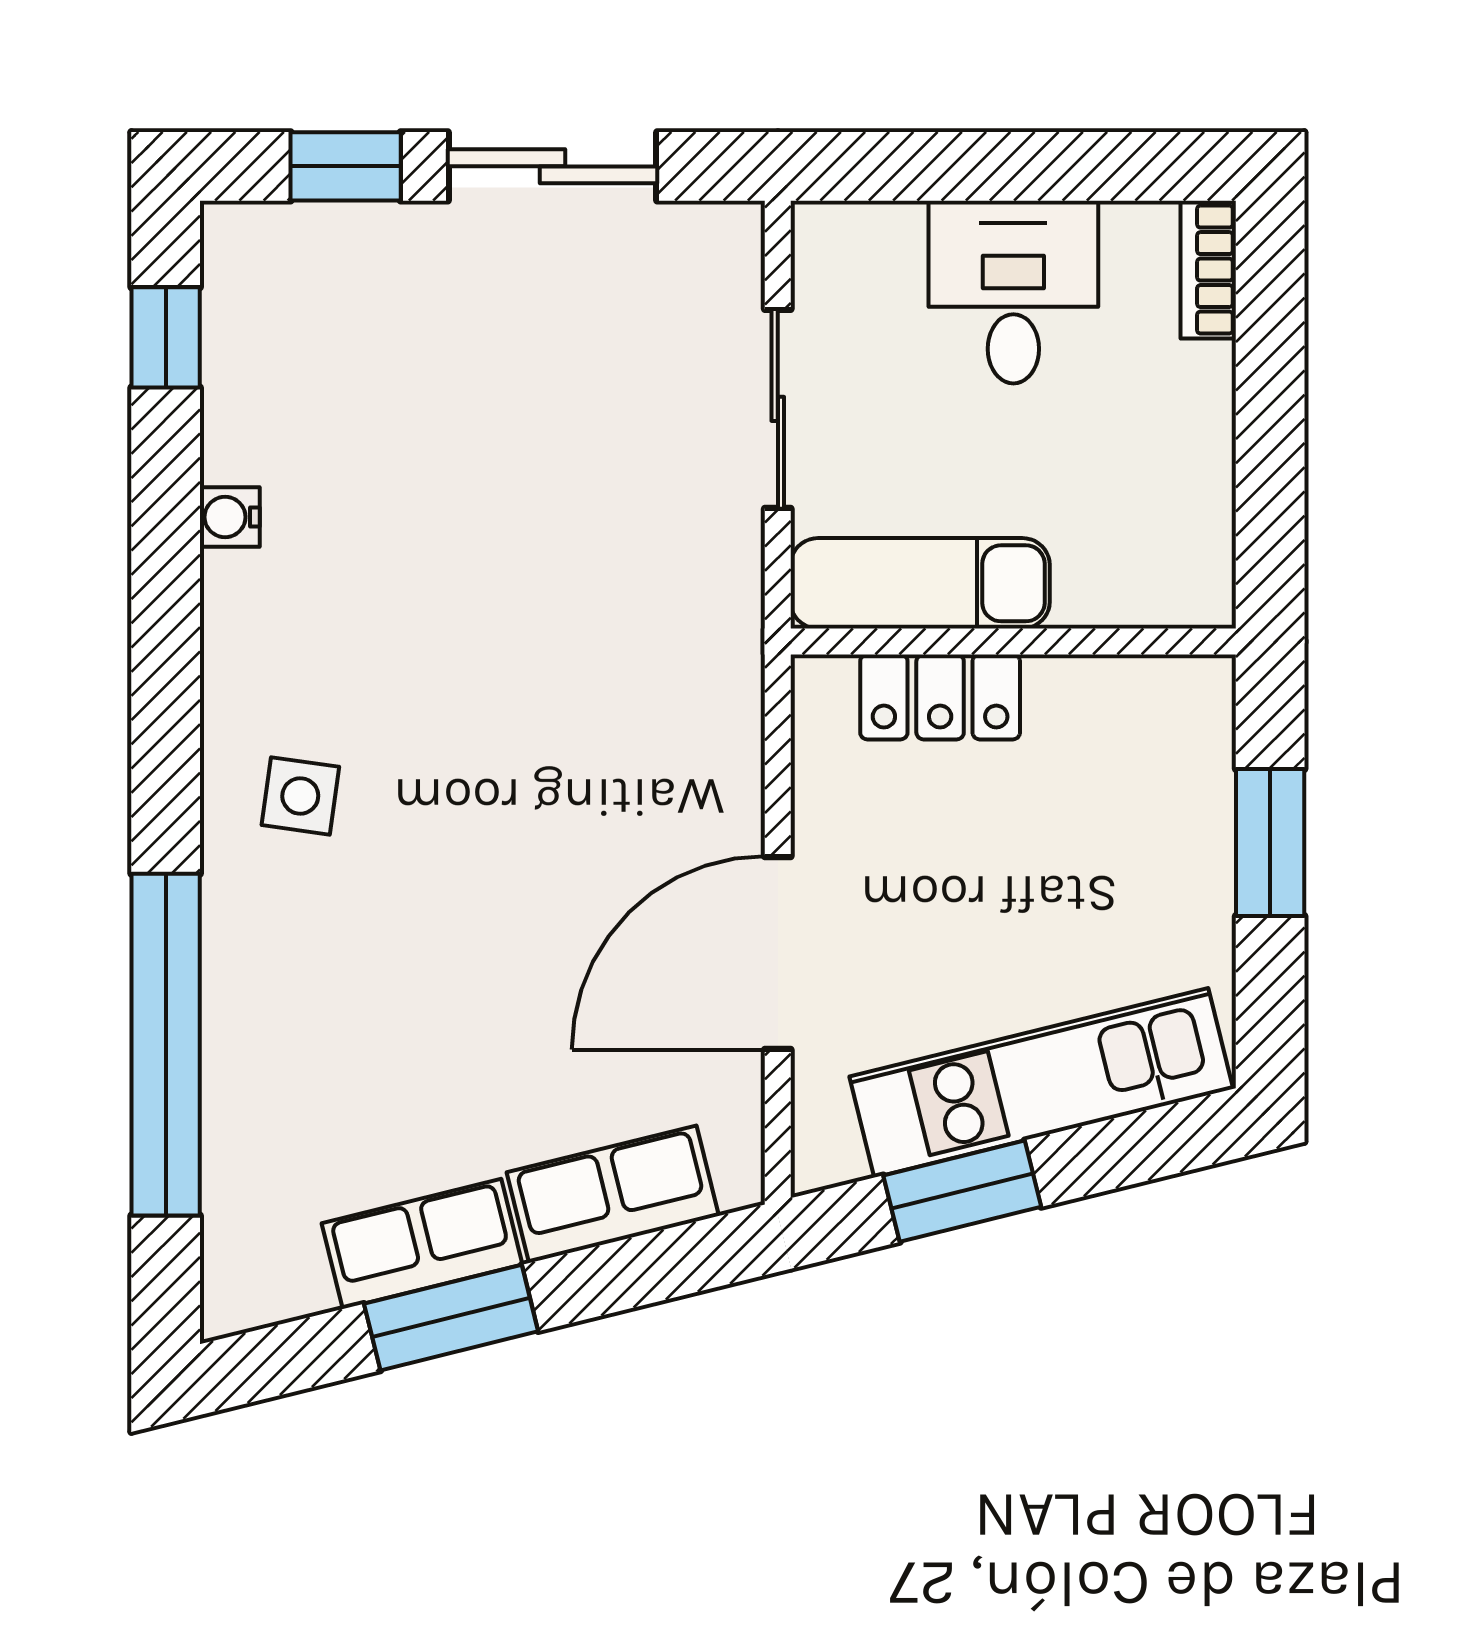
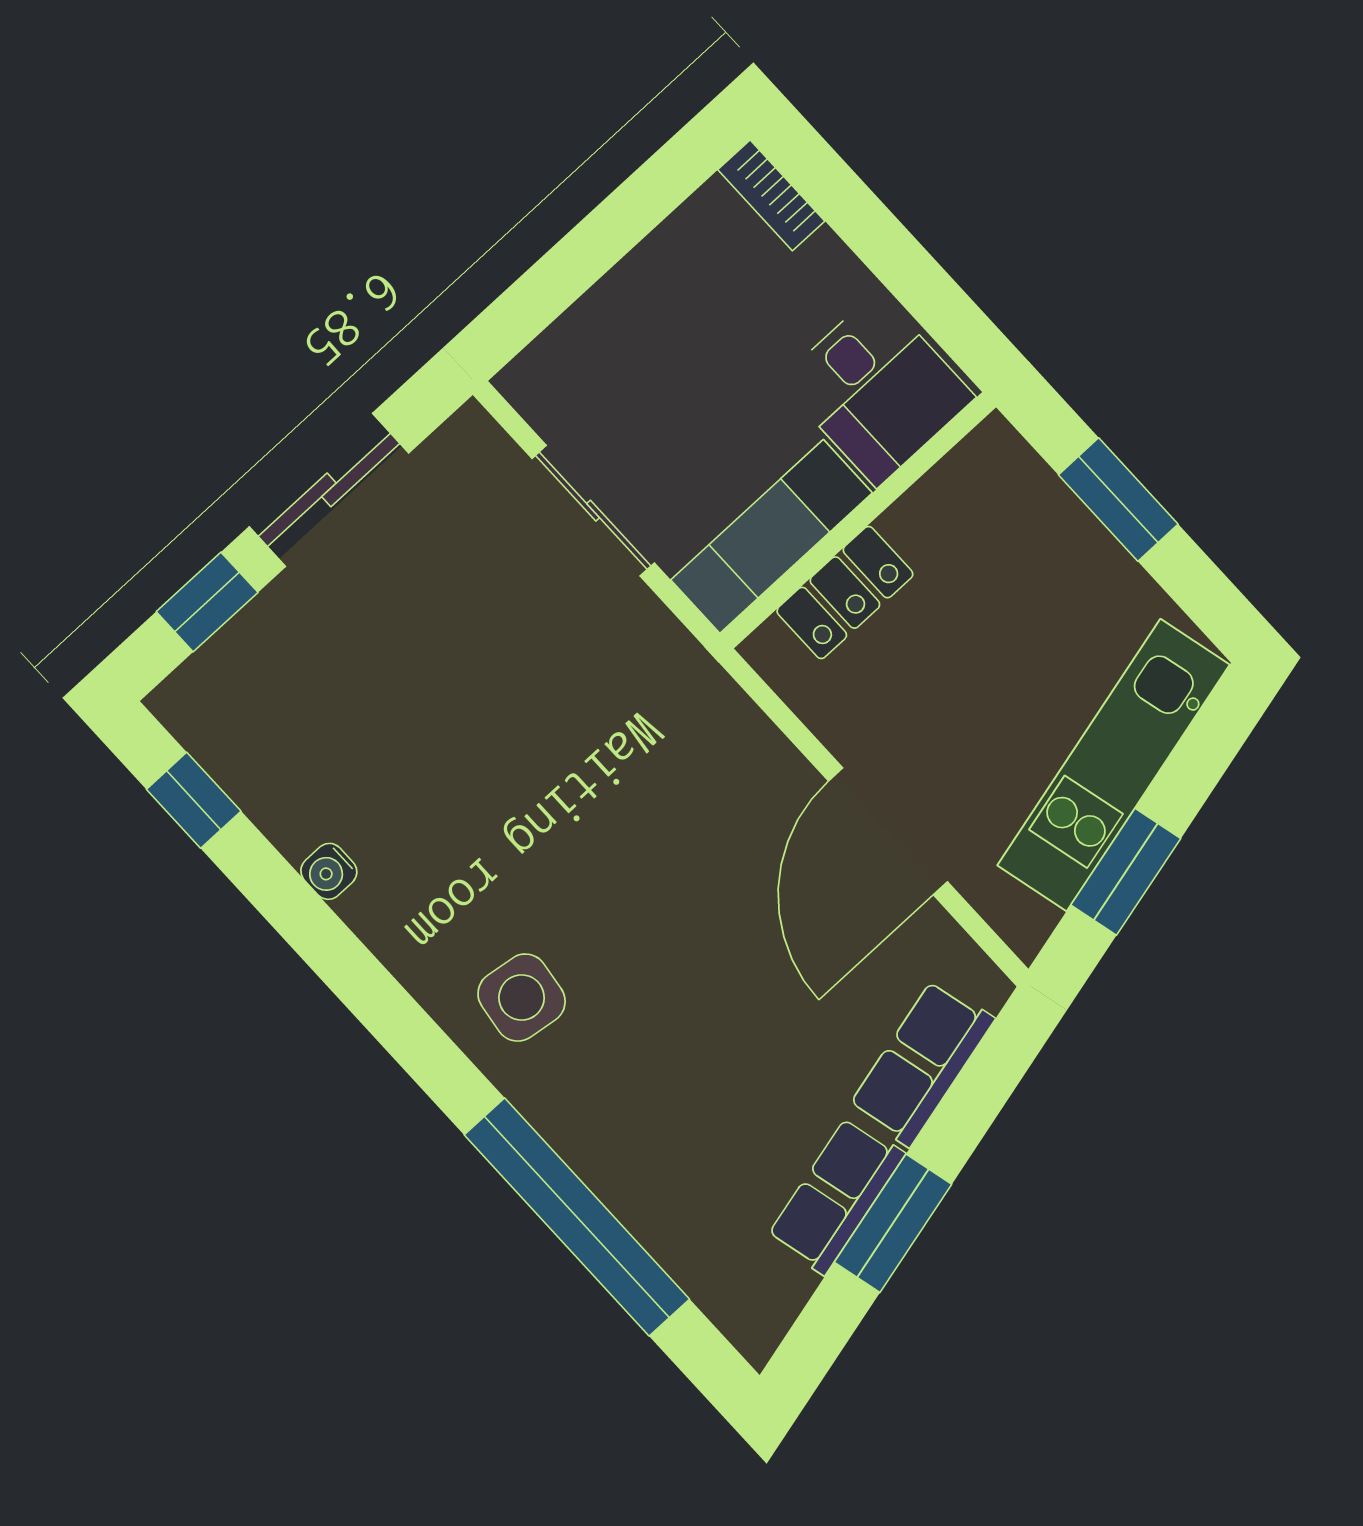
desk: (1013, 292) -> (877, 389), moved, turned 180
side table: (300, 796) -> (522, 998), width x1.37, depth x1.37

